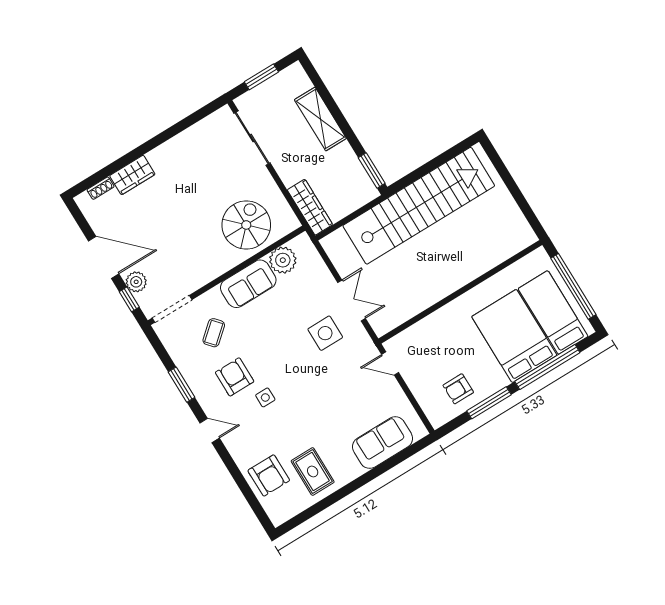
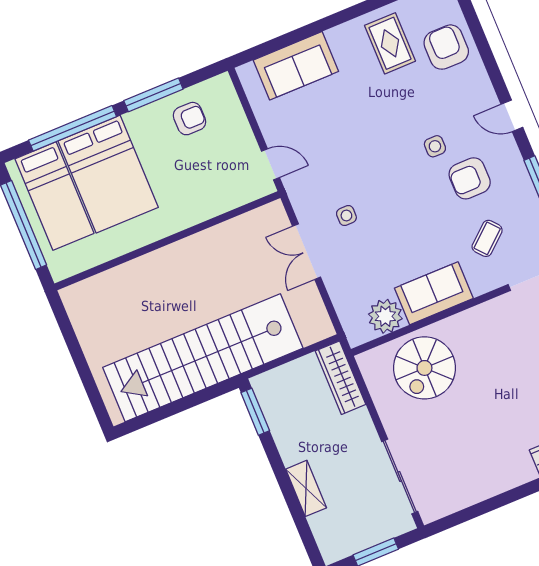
shelving: (320, 119) -> (306, 488), width x0.67, depth x0.75
side table: (325, 333) -> (346, 216), width x0.54, depth x0.54
armchair: (235, 377) -> (470, 178), turned 90

